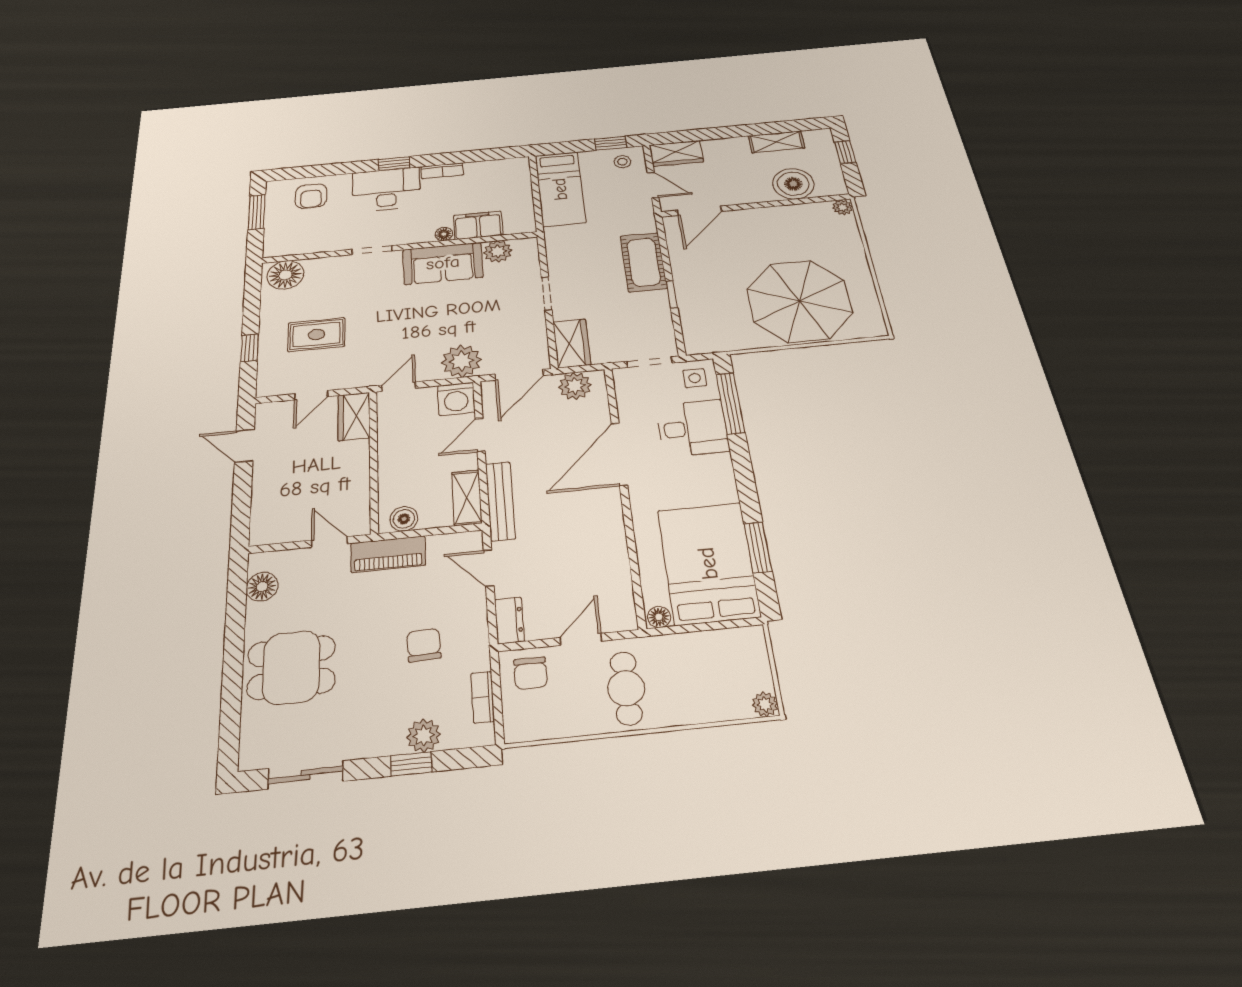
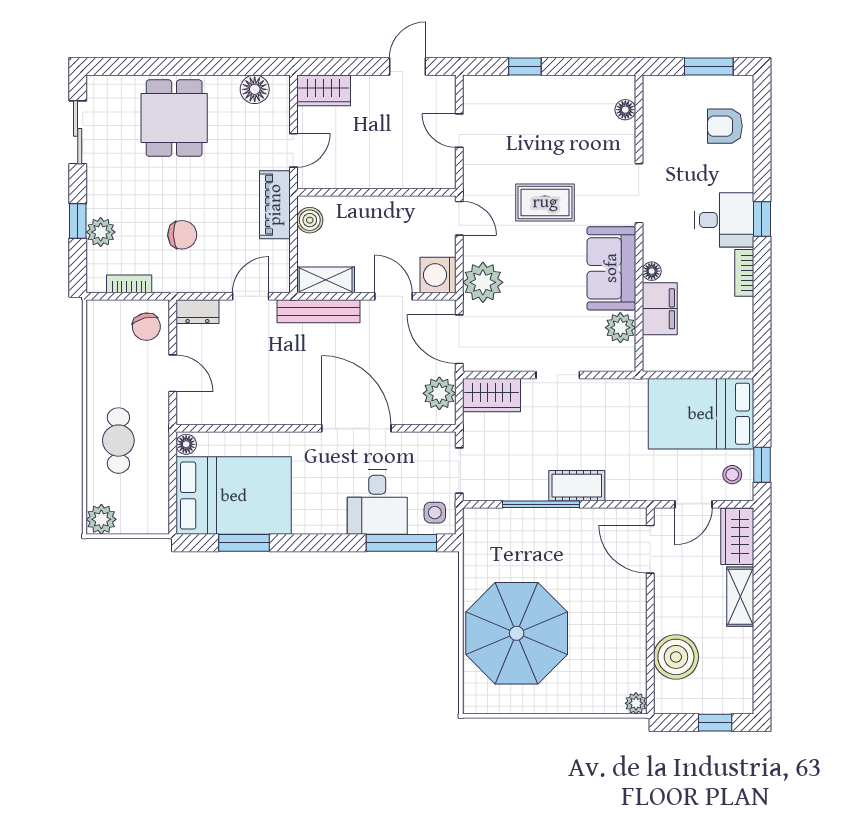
shelving: (776, 142) -> (740, 597), moved
desk: (386, 189) -> (724, 220), width x0.73
bed: (560, 189) -> (701, 414), width x1.50
doorway: (372, 250) -> (639, 193), width x1.38
cot: (644, 262) -> (577, 486), width x0.73, depth x0.75
floor lamp: (285, 275) -> (625, 110), width x0.53, depth x0.53
window: (672, 294) -> (541, 504), width x2.17
rug: (316, 335) -> (545, 202), moved, turned 90
wardrobe: (354, 416) -> (324, 90), moved, turned 180
chair: (531, 673) -> (146, 327), turned -104
cafe table: (626, 688) -> (118, 441), moved, turned 90
plant: (765, 704) -> (101, 519), width x1.38, depth x1.38

